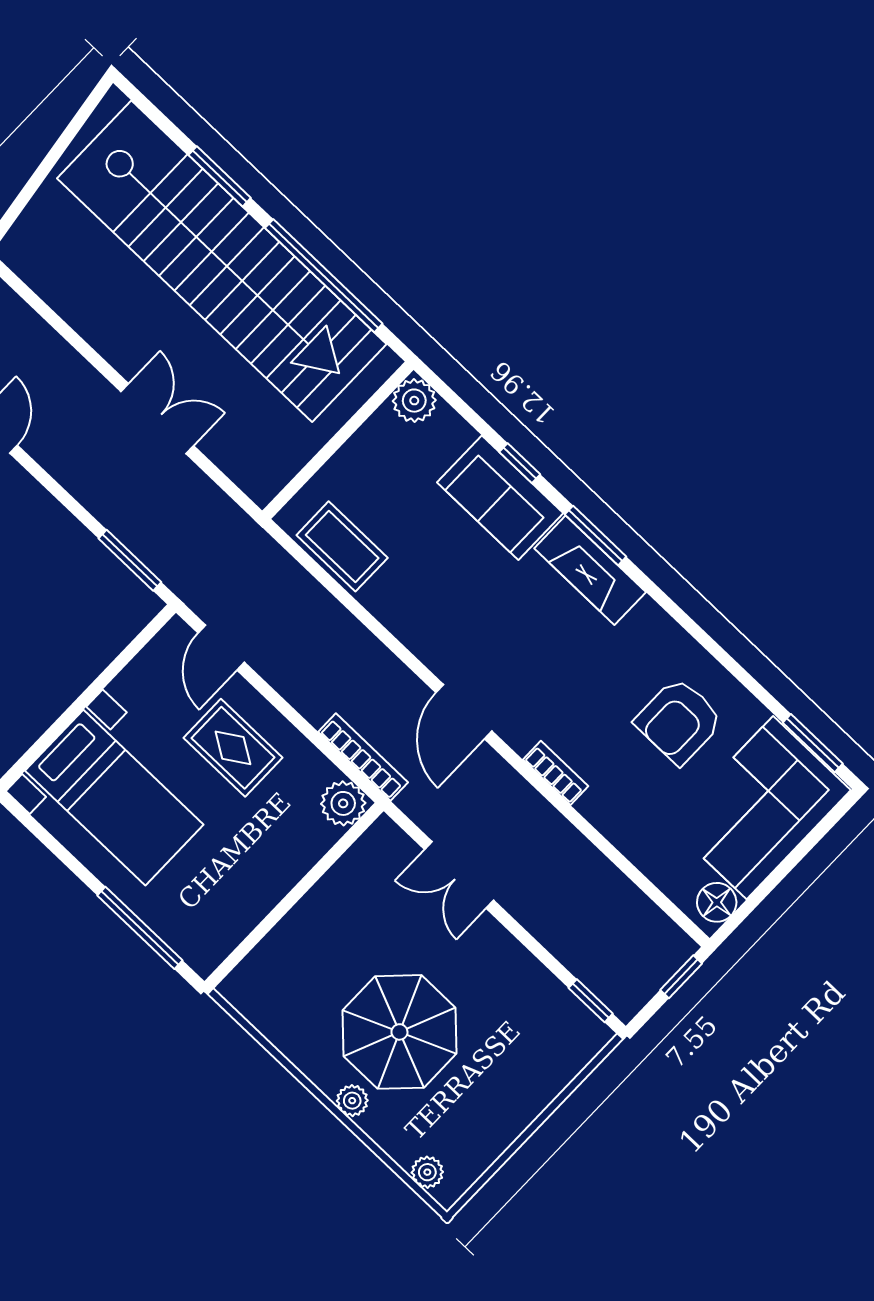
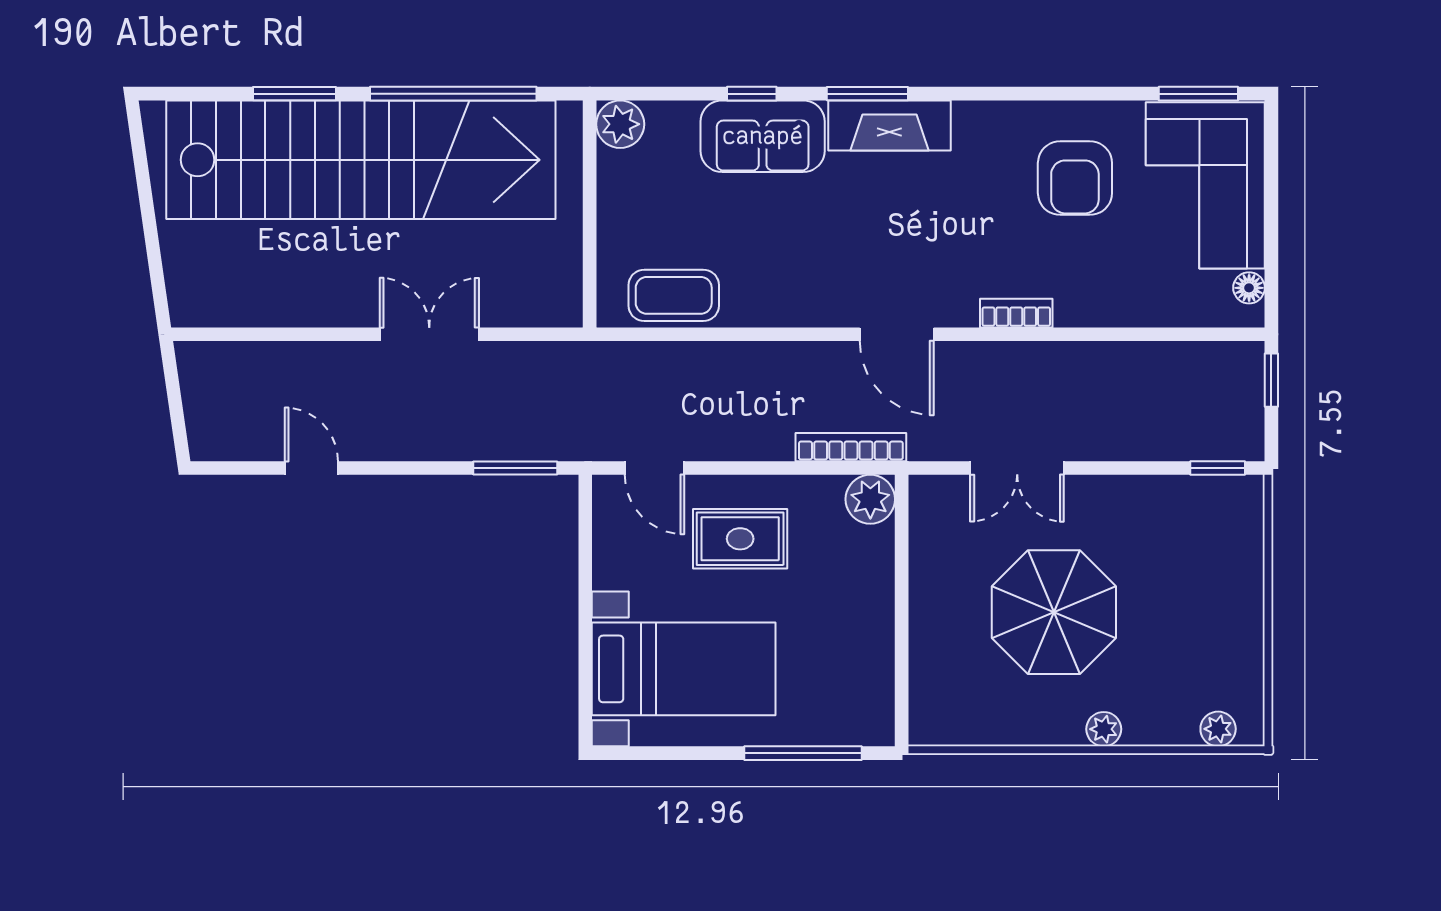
floor lamp: (717, 902) -> (1249, 288), width x0.73, depth x0.73
parasol: (399, 1032) -> (1054, 612), moved

